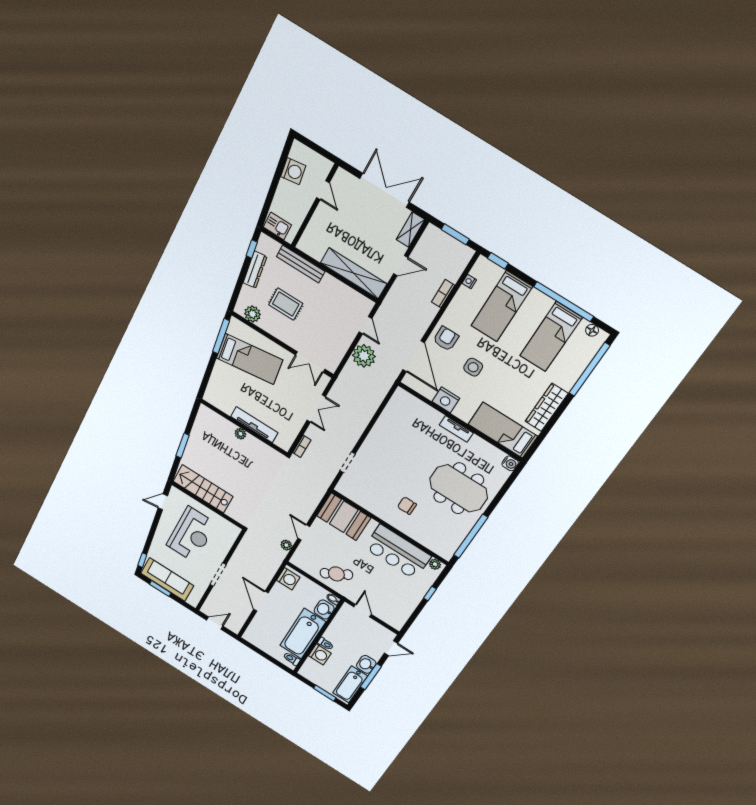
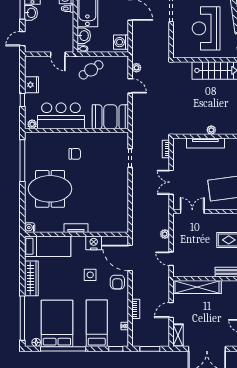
bed: (551, 337) -> (57, 323), width x1.50
plant: (364, 356) -> (165, 234), width x0.53, depth x0.53
fridge: (410, 601) -> (32, 85), added

